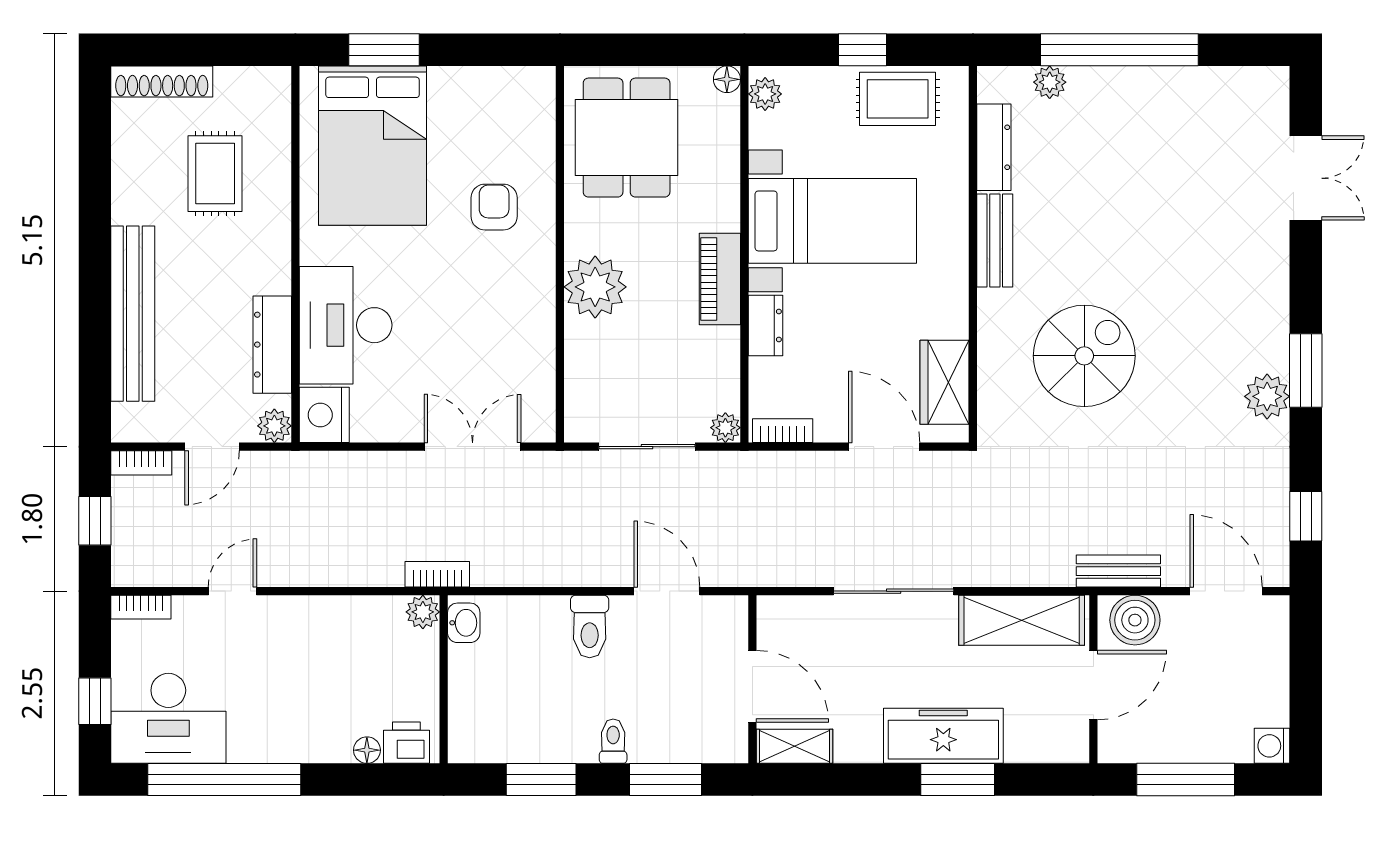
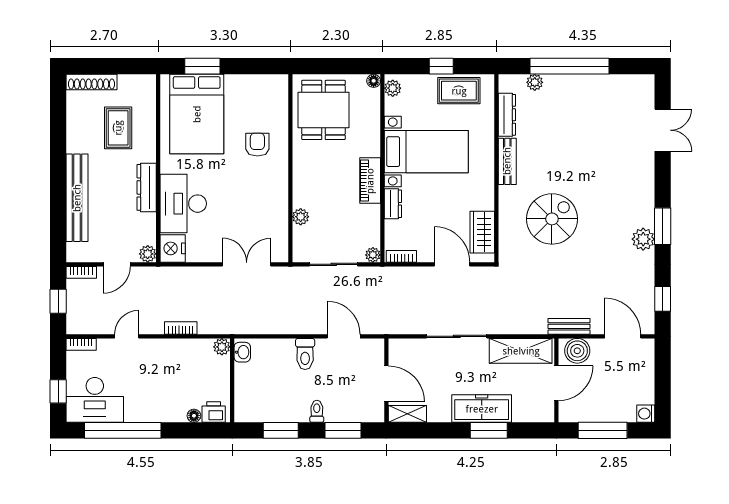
plant: (595, 287) -> (301, 217), moved, width x0.53, depth x0.53
dresser: (272, 345) -> (147, 187), moved
bookcase: (437, 574) -> (181, 328), moved

